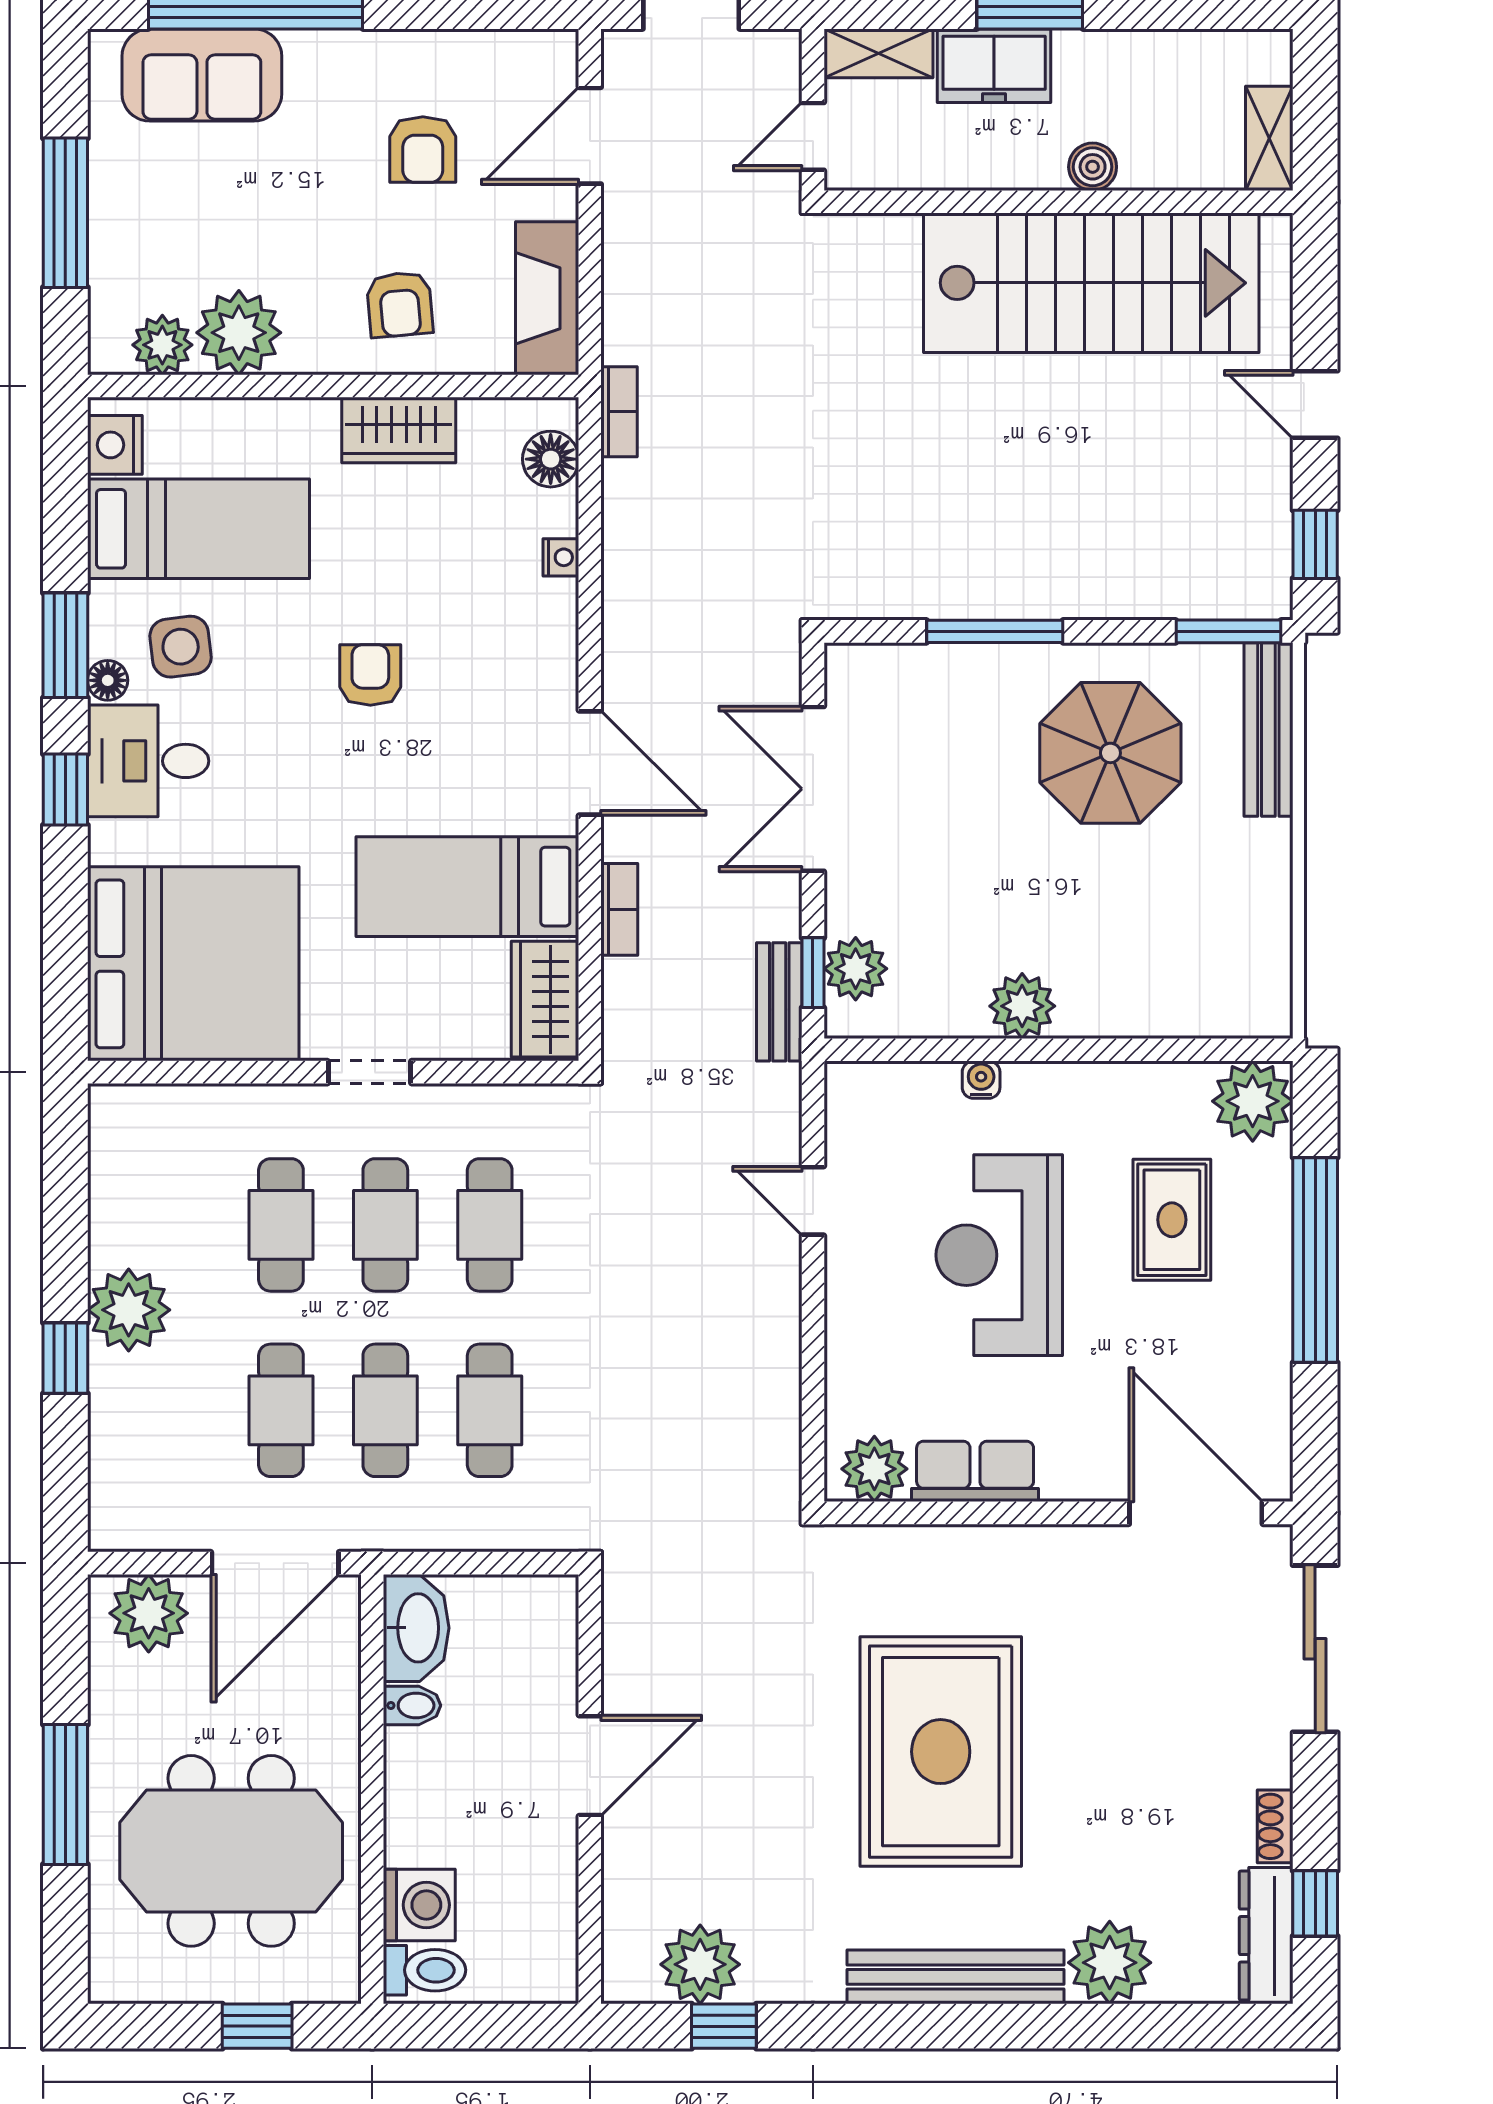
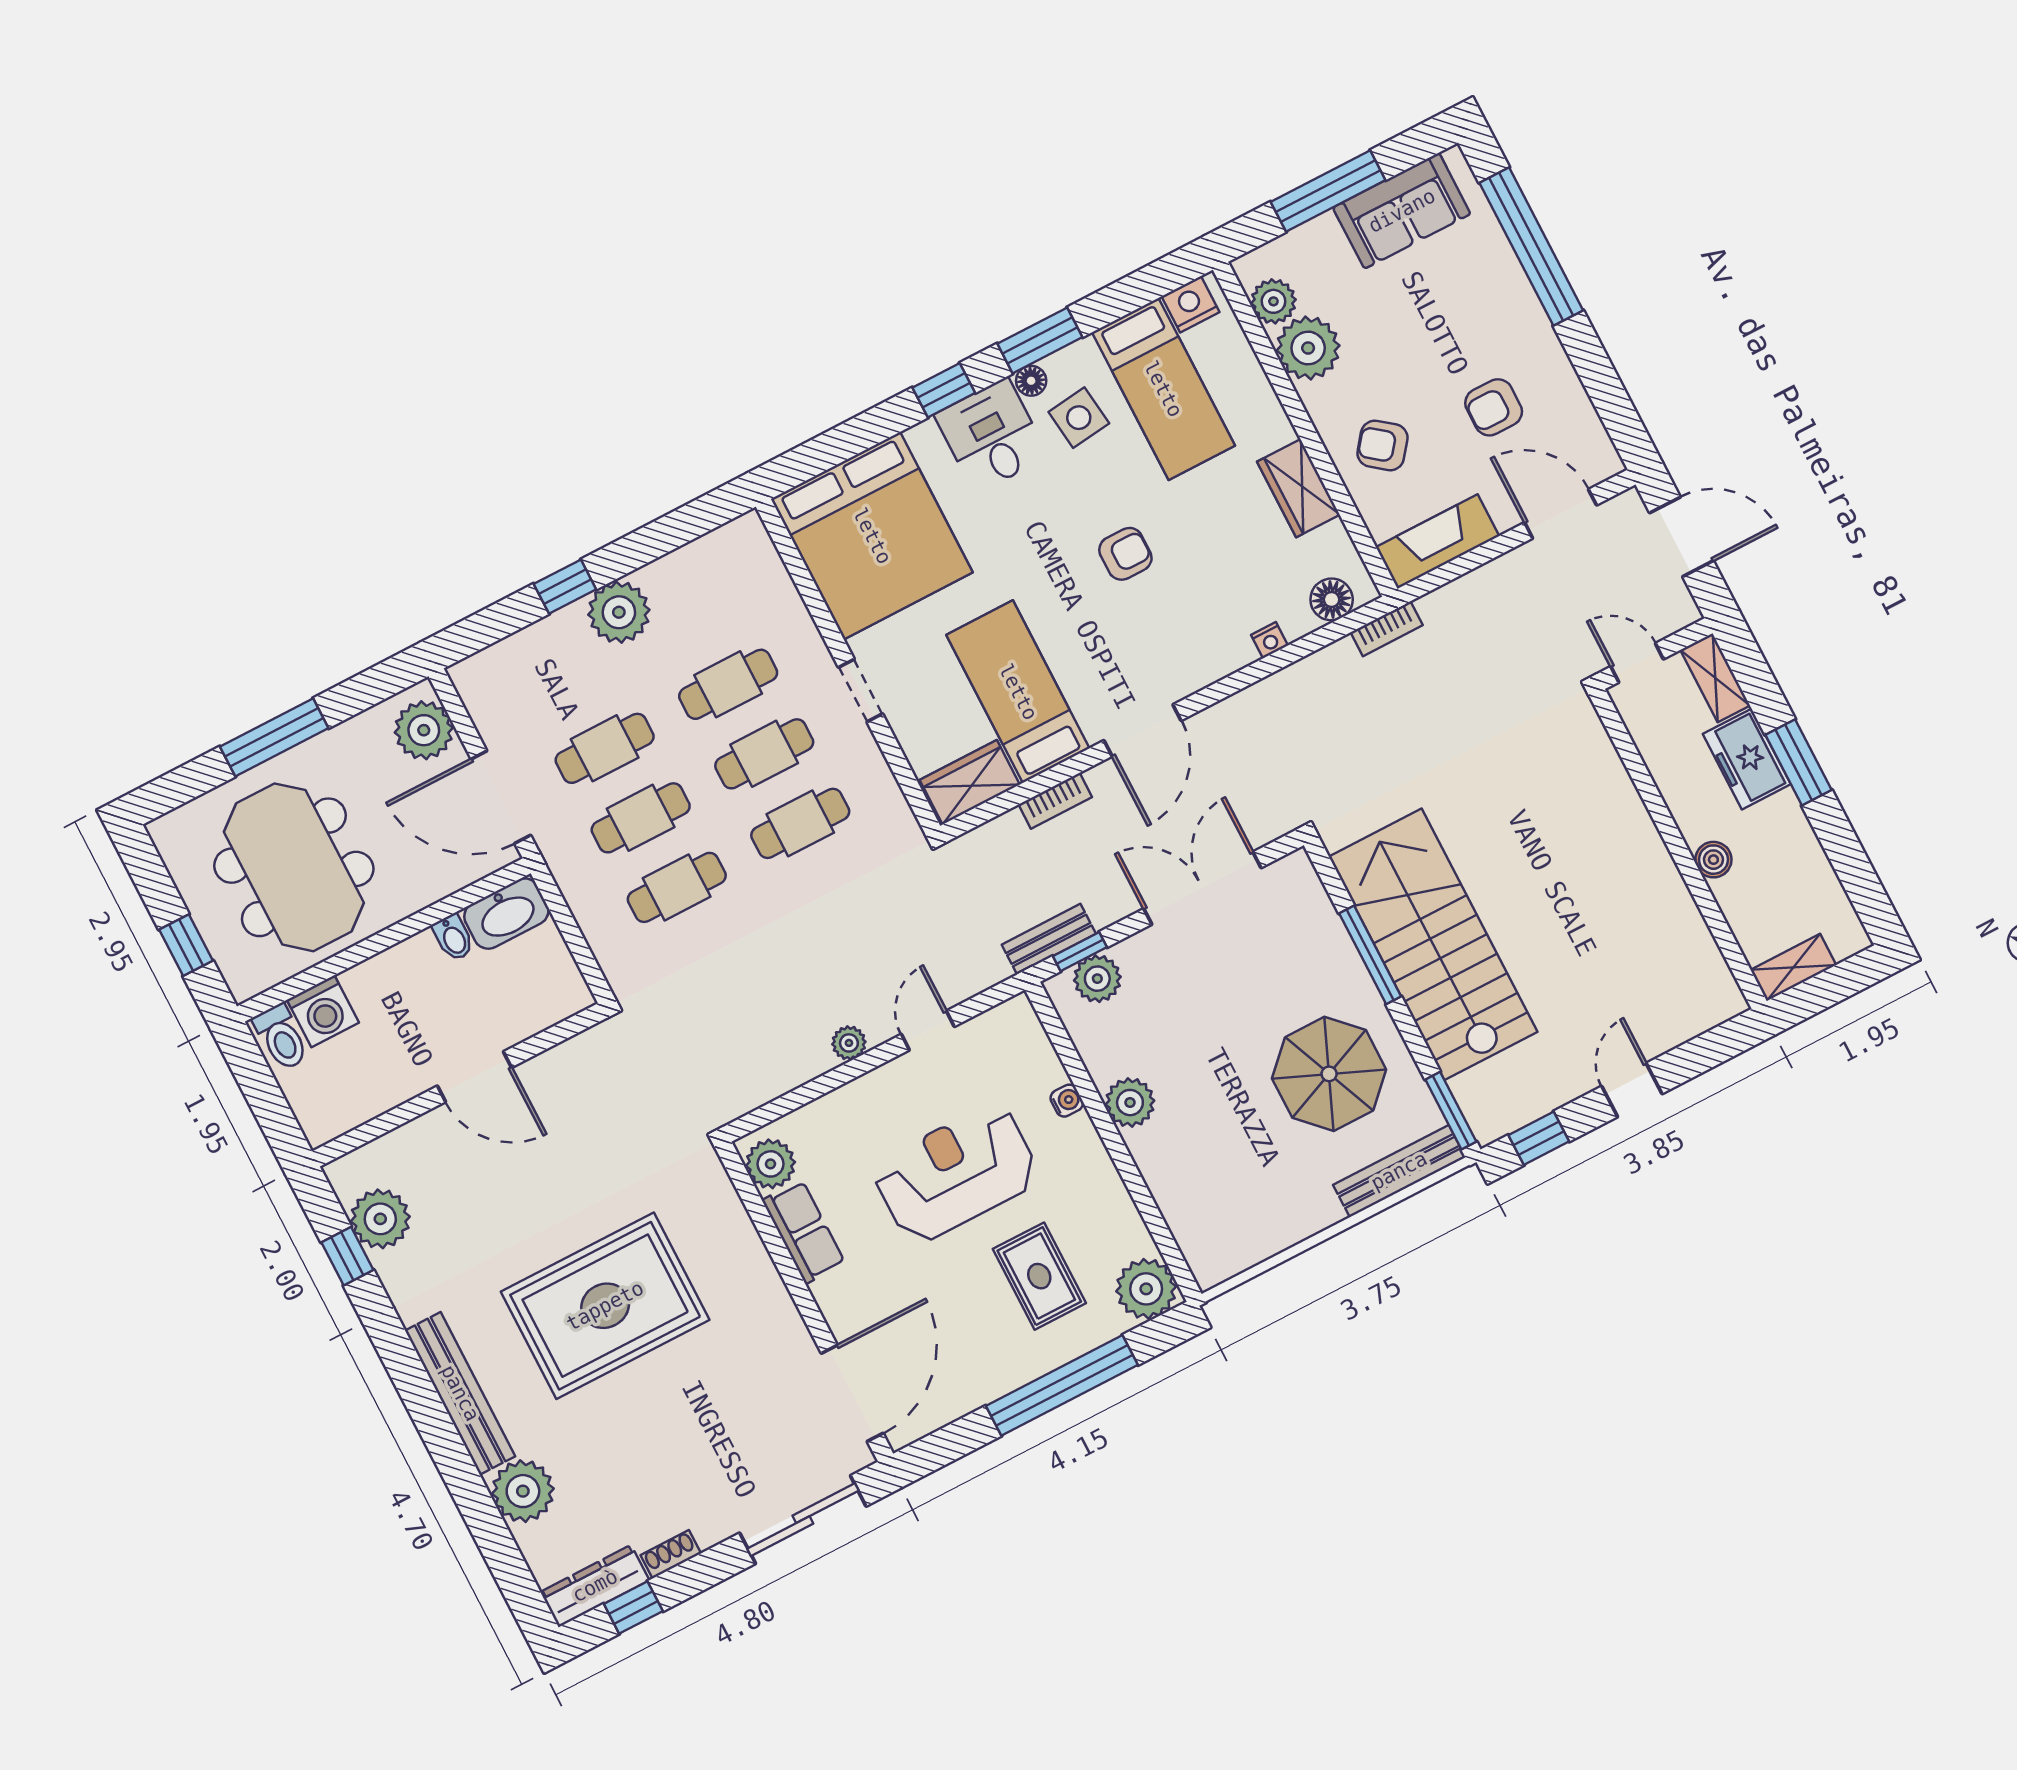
sofa: (202, 75) -> (1402, 211), moved, turned -90
stairs: (1091, 283) -> (1433, 944), moved, turned 180
armchair: (400, 304) -> (1382, 445), turned 43
rug: (1172, 1220) -> (1039, 1276), turned 90
plant: (779, 1302) -> (849, 1043), added

